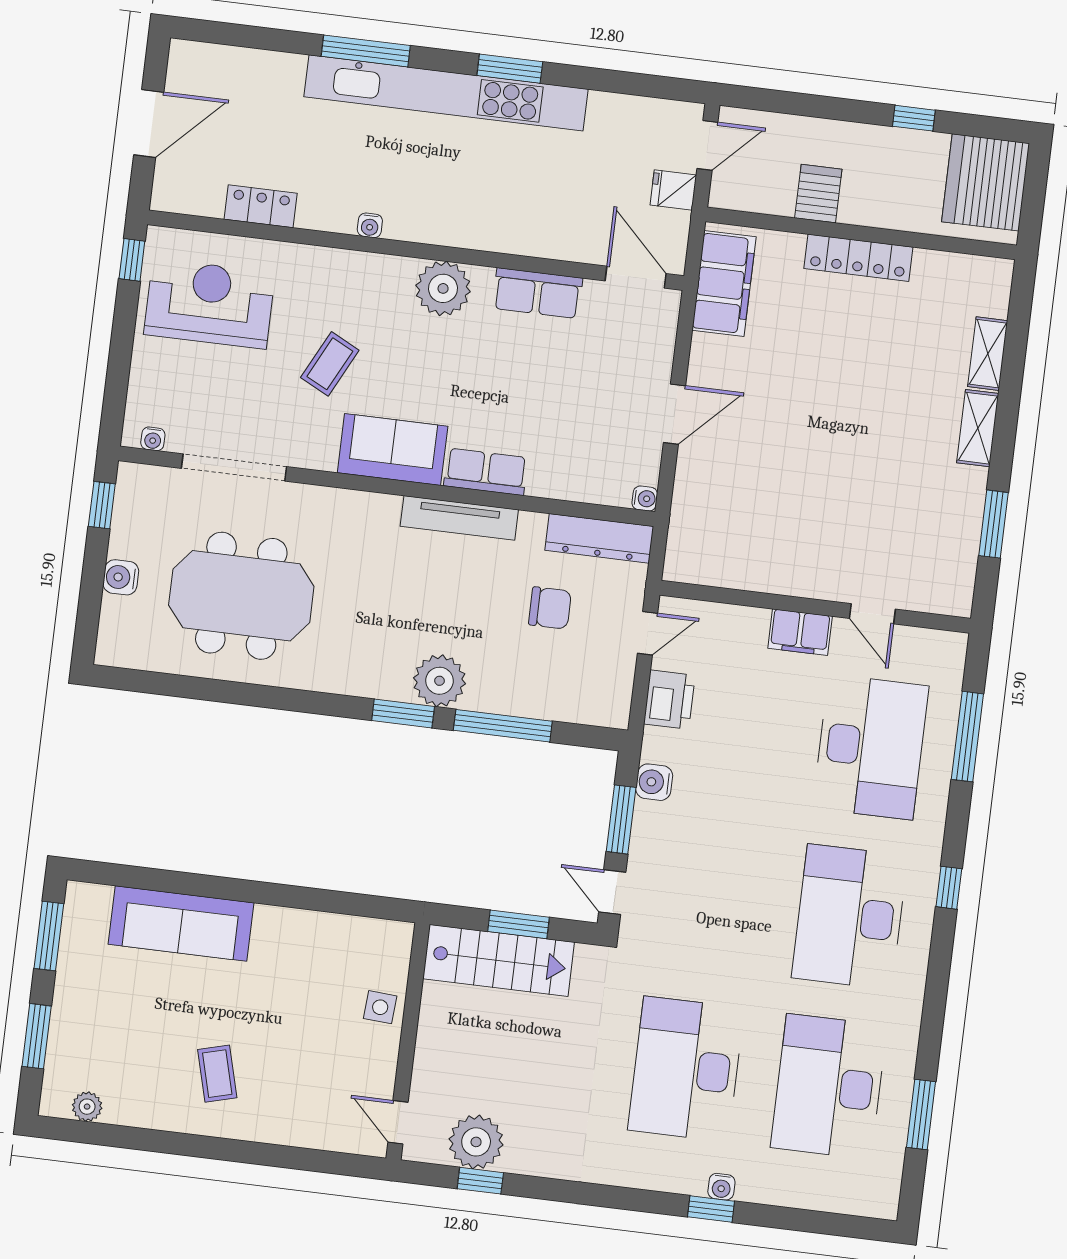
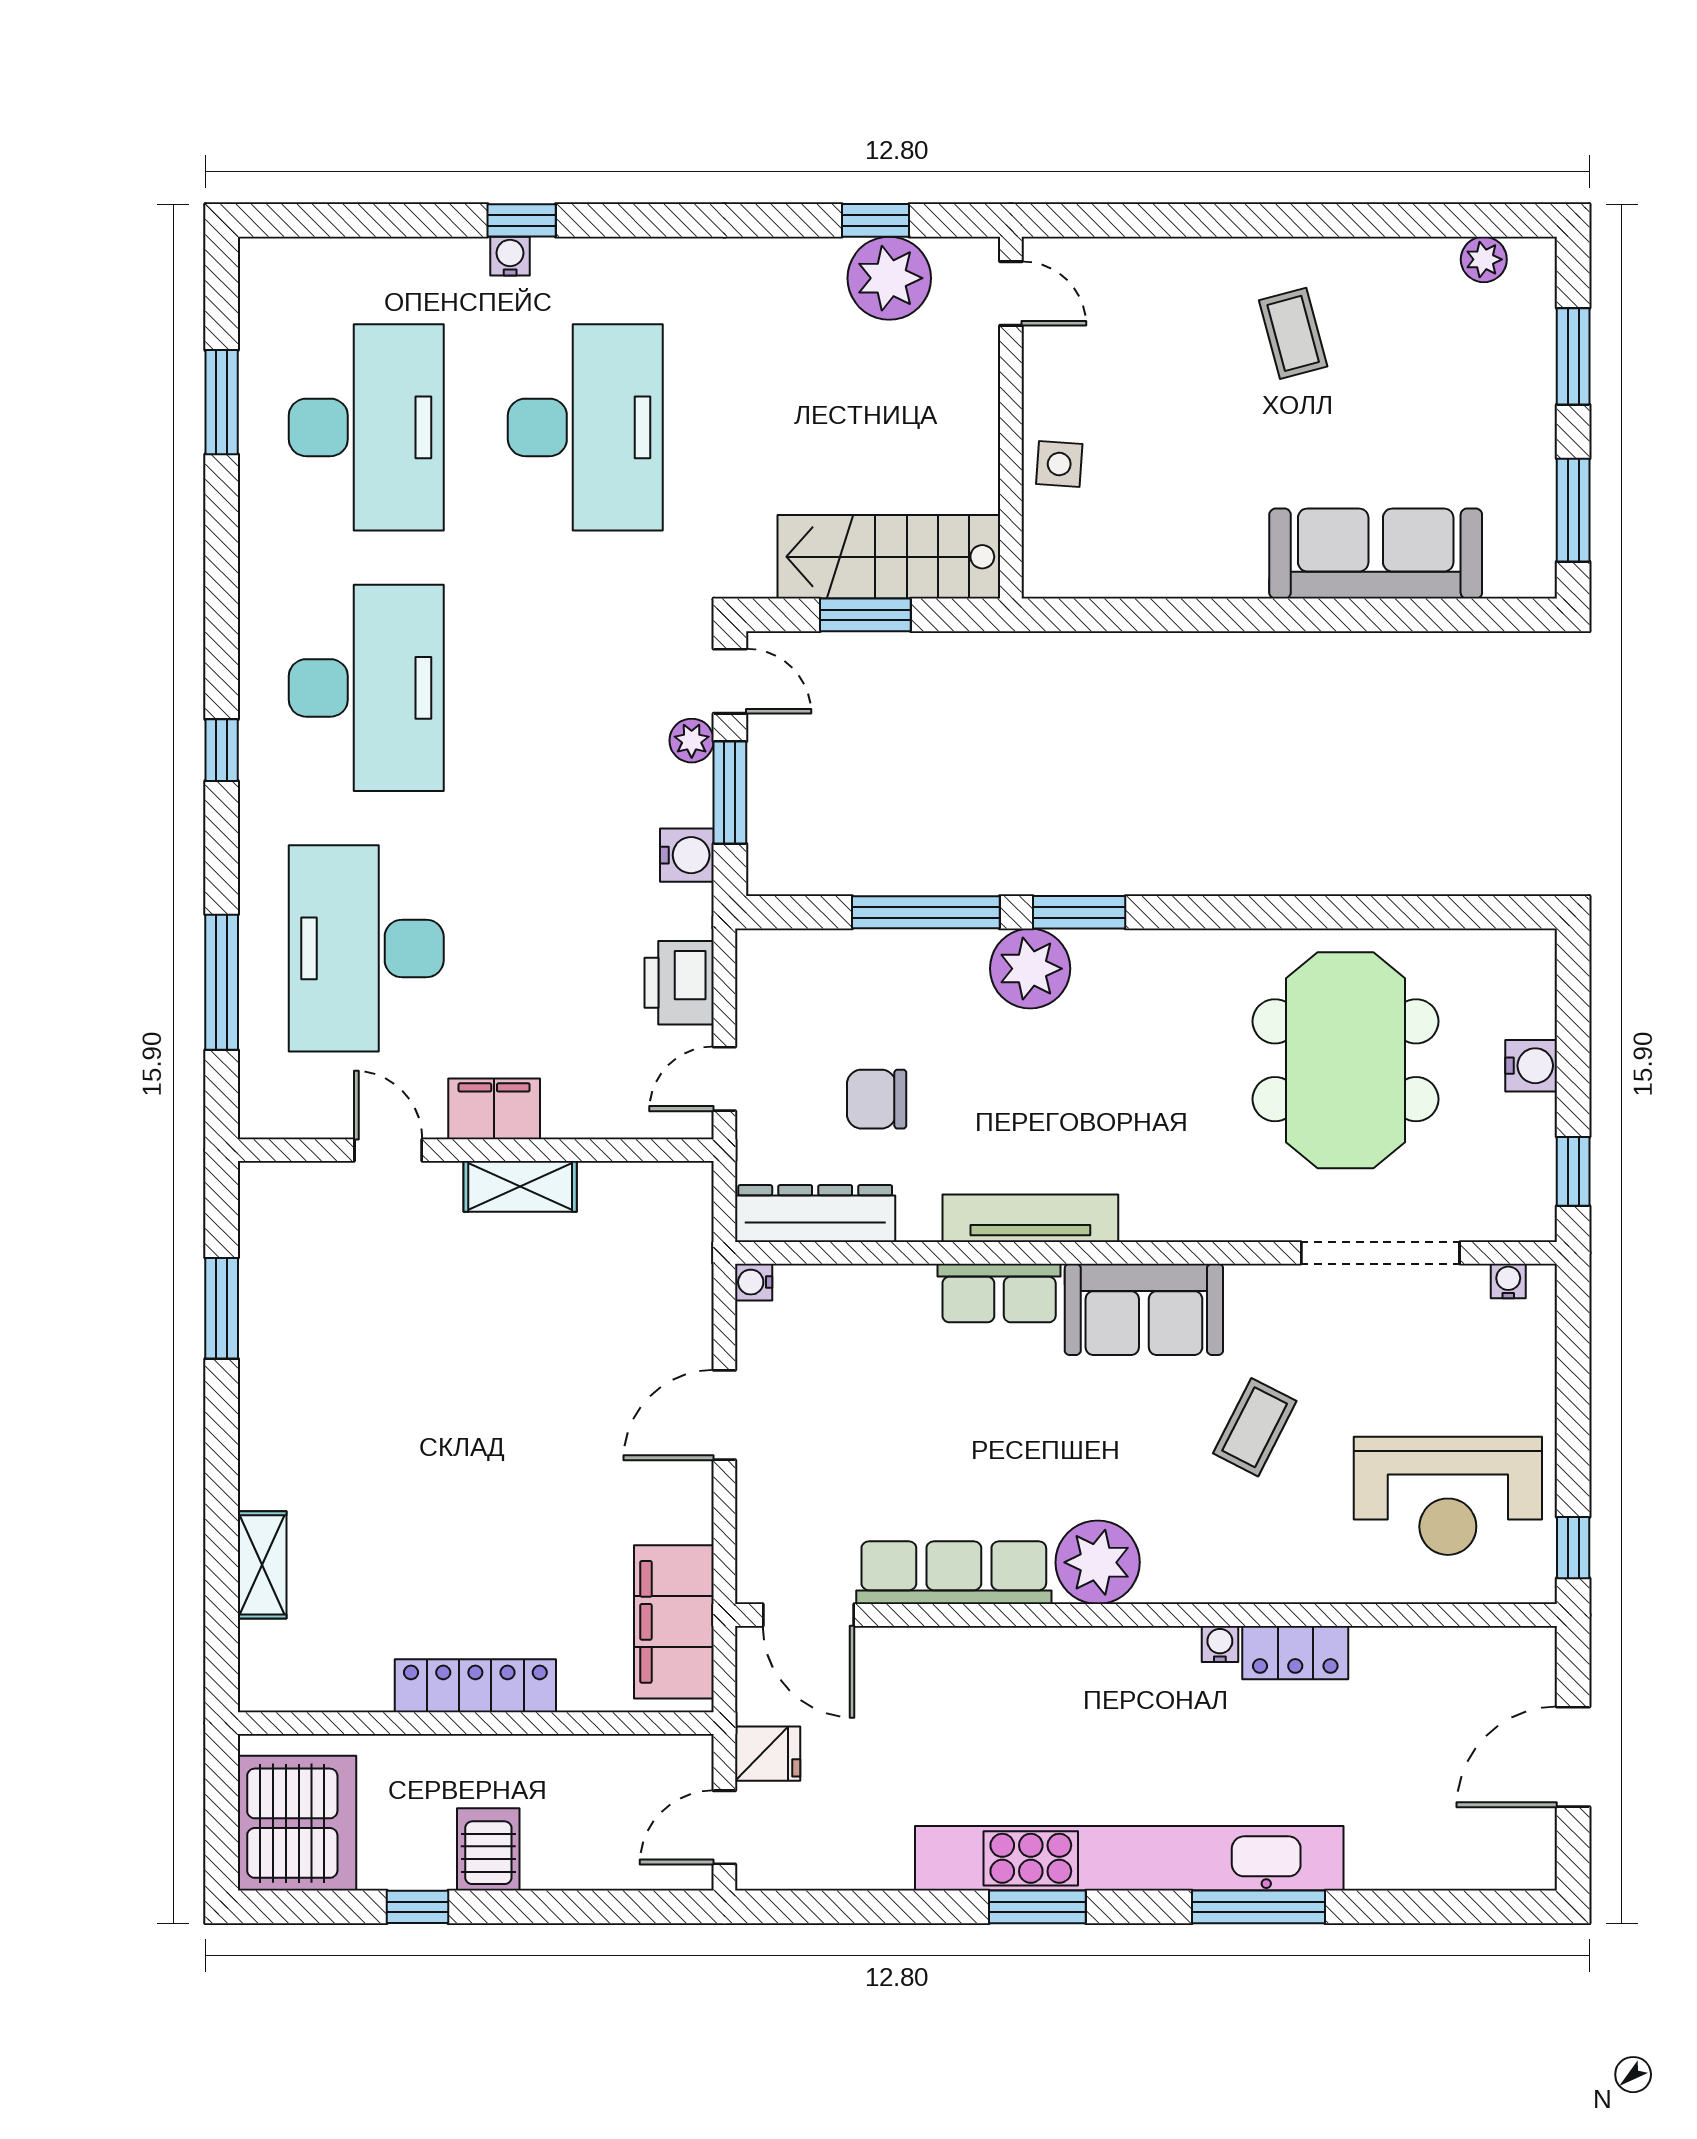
server rack: (818, 194) -> (488, 1849), moved, turned 180
locker: (261, 206) -> (1295, 1653), moved
row of seats: (538, 293) -> (954, 1573), width x1.48
shelving: (978, 428) -> (520, 1186), moved, turned 90
meeting table: (241, 596) -> (1345, 1060), turned 90
plant: (642, 856) -> (692, 741), added

